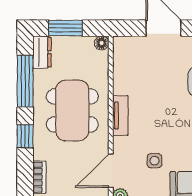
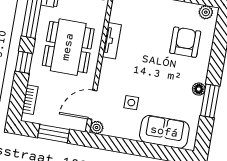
tv unit: (120, 116) -> (112, 41), moved

